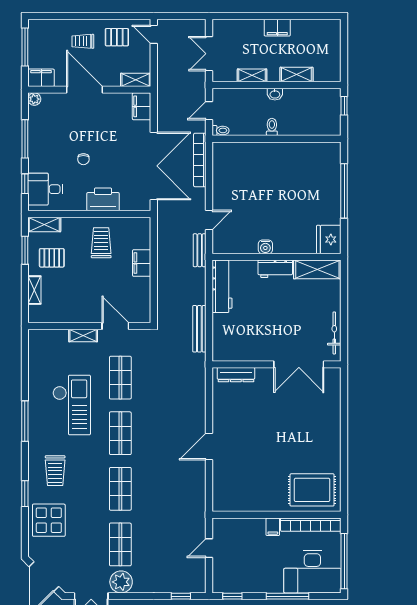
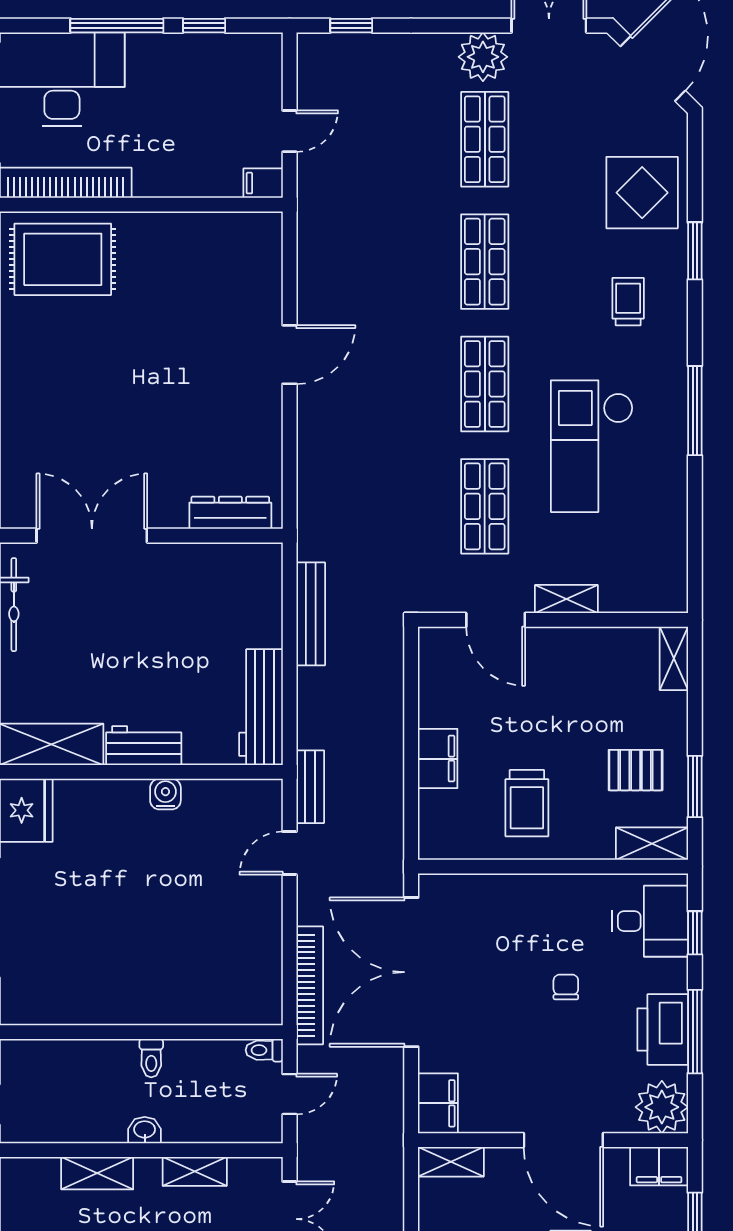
plant: (34, 99) -> (662, 1107), width x1.88, depth x1.88
printer: (103, 199) -> (663, 1029), moved, turned 90
shelving: (34, 290) -> (674, 658), moved
trolley: (55, 471) -> (628, 302), width x0.73, depth x0.72
filing cabinet: (273, 527) -> (263, 183), moved, turned -90
window: (232, 596) -> (204, 26), moved

